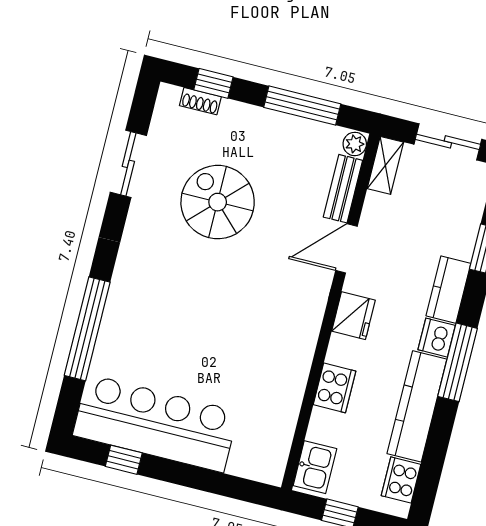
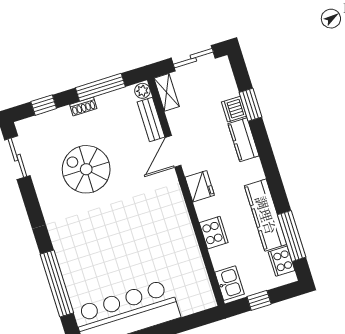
shoe rack: (200, 101) -> (83, 107), moved
sliding door: (128, 164) -> (17, 158), moved
dishwasher: (437, 338) -> (234, 109), moved
window: (458, 362) -> (292, 236), moved

